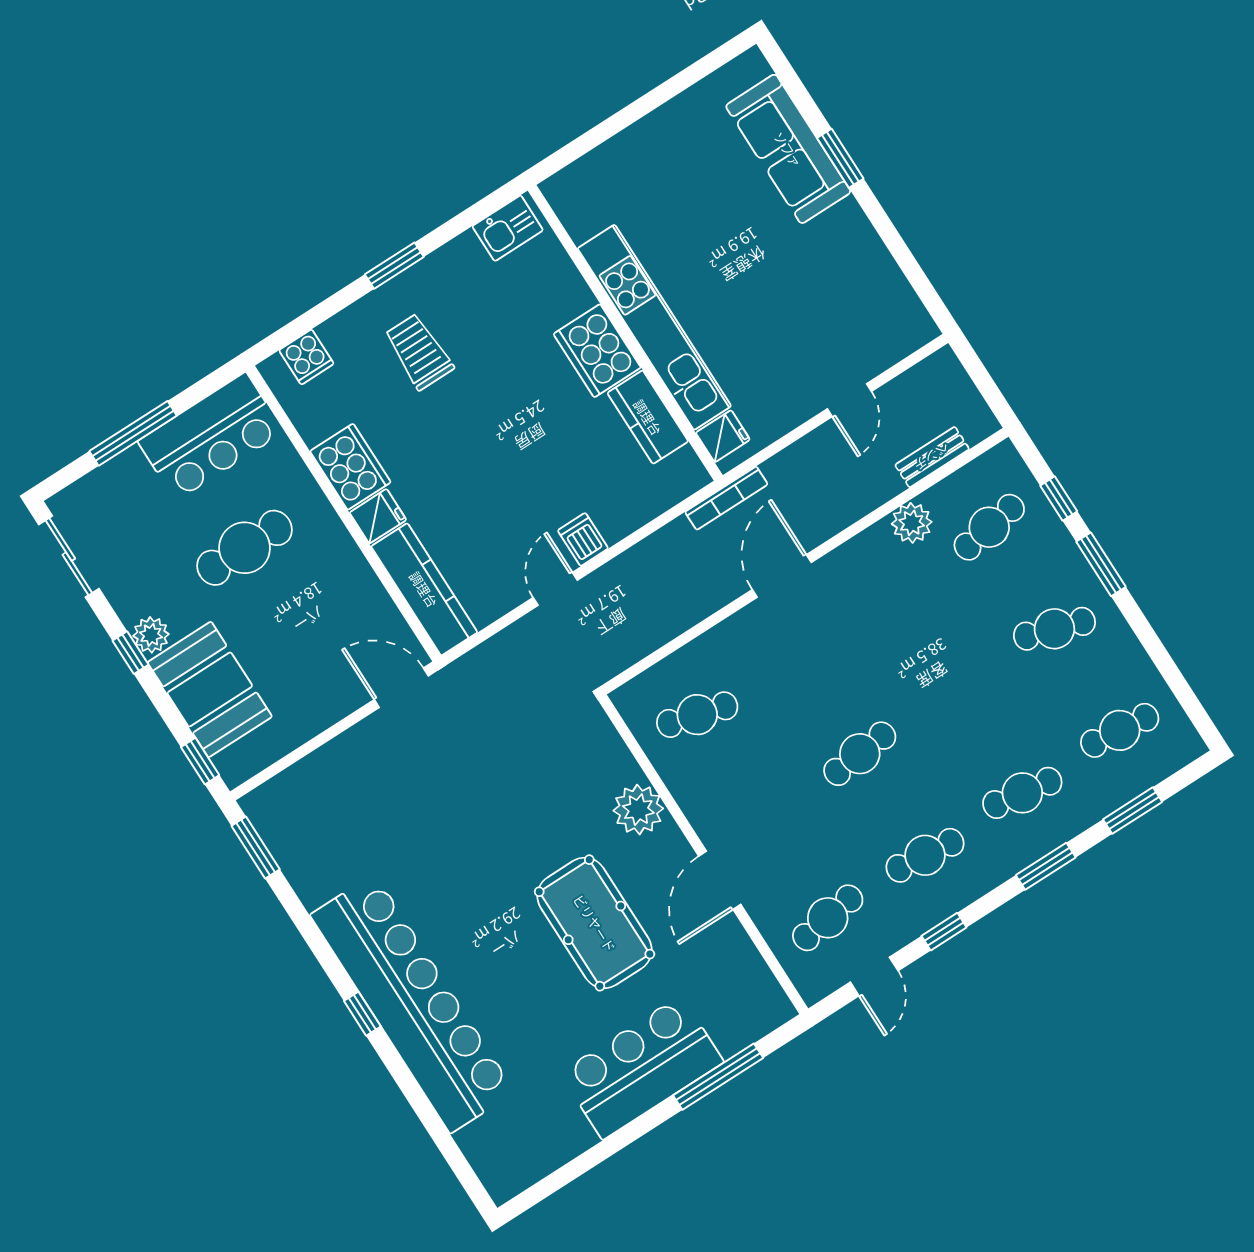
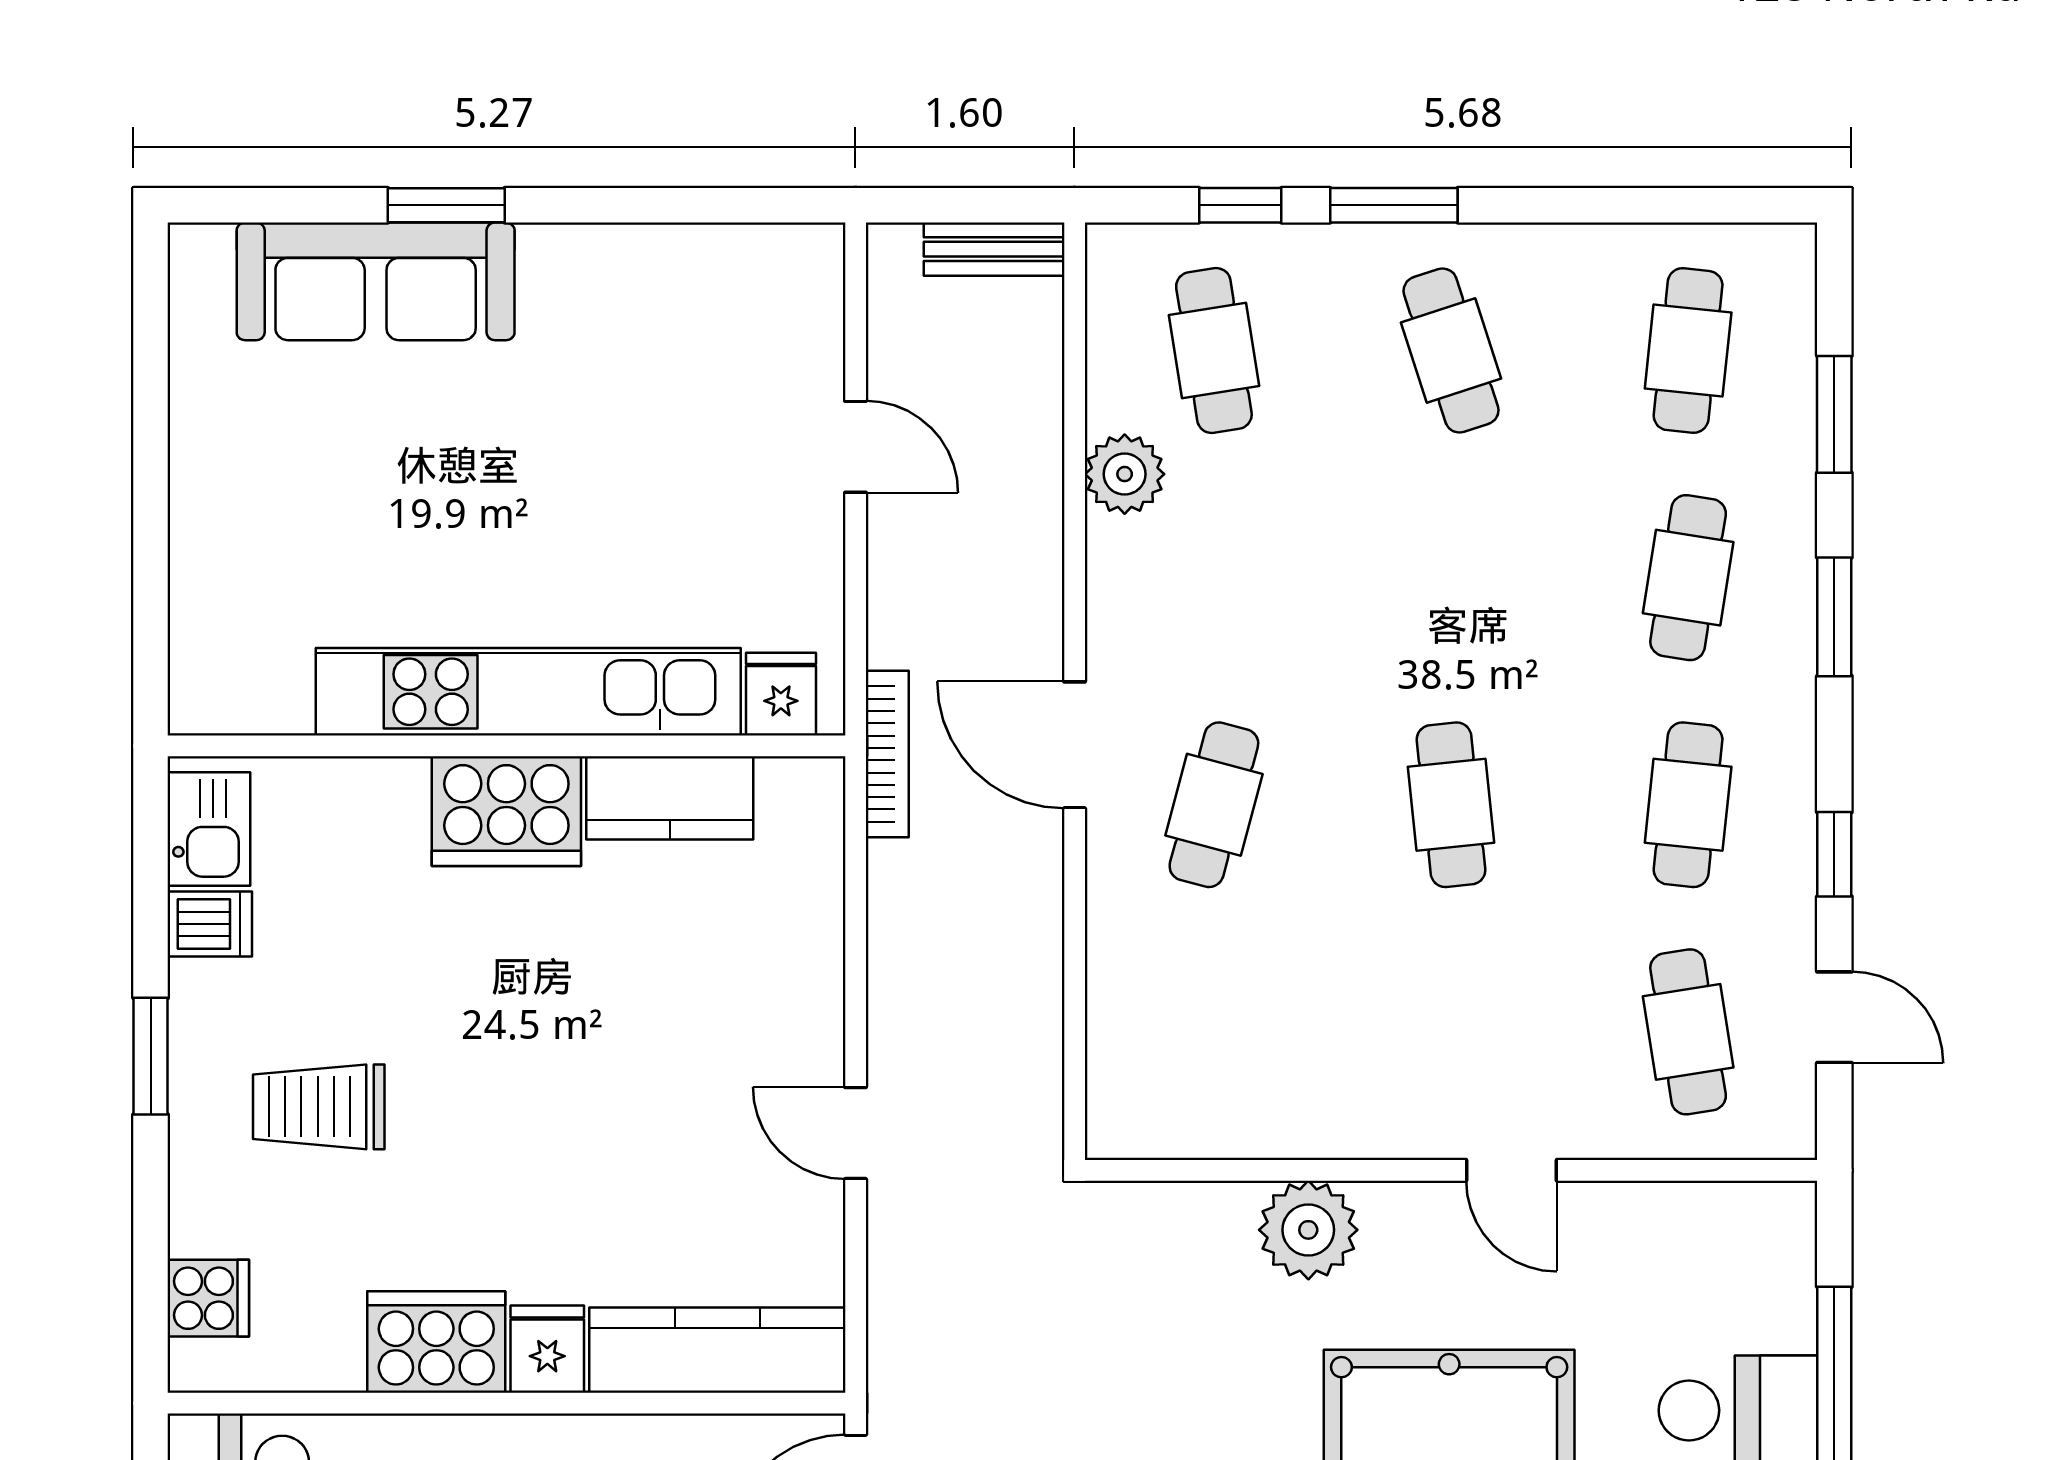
bench: (932, 457) -> (994, 249), moved, turned 90
dishwasher: (583, 539) -> (210, 924), moved, turned 180
cafe table: (1054, 629) -> (1451, 351), turned -36
cafe table: (697, 715) -> (1214, 805), moved
door: (720, 880) -> (1512, 1170), width x0.73

